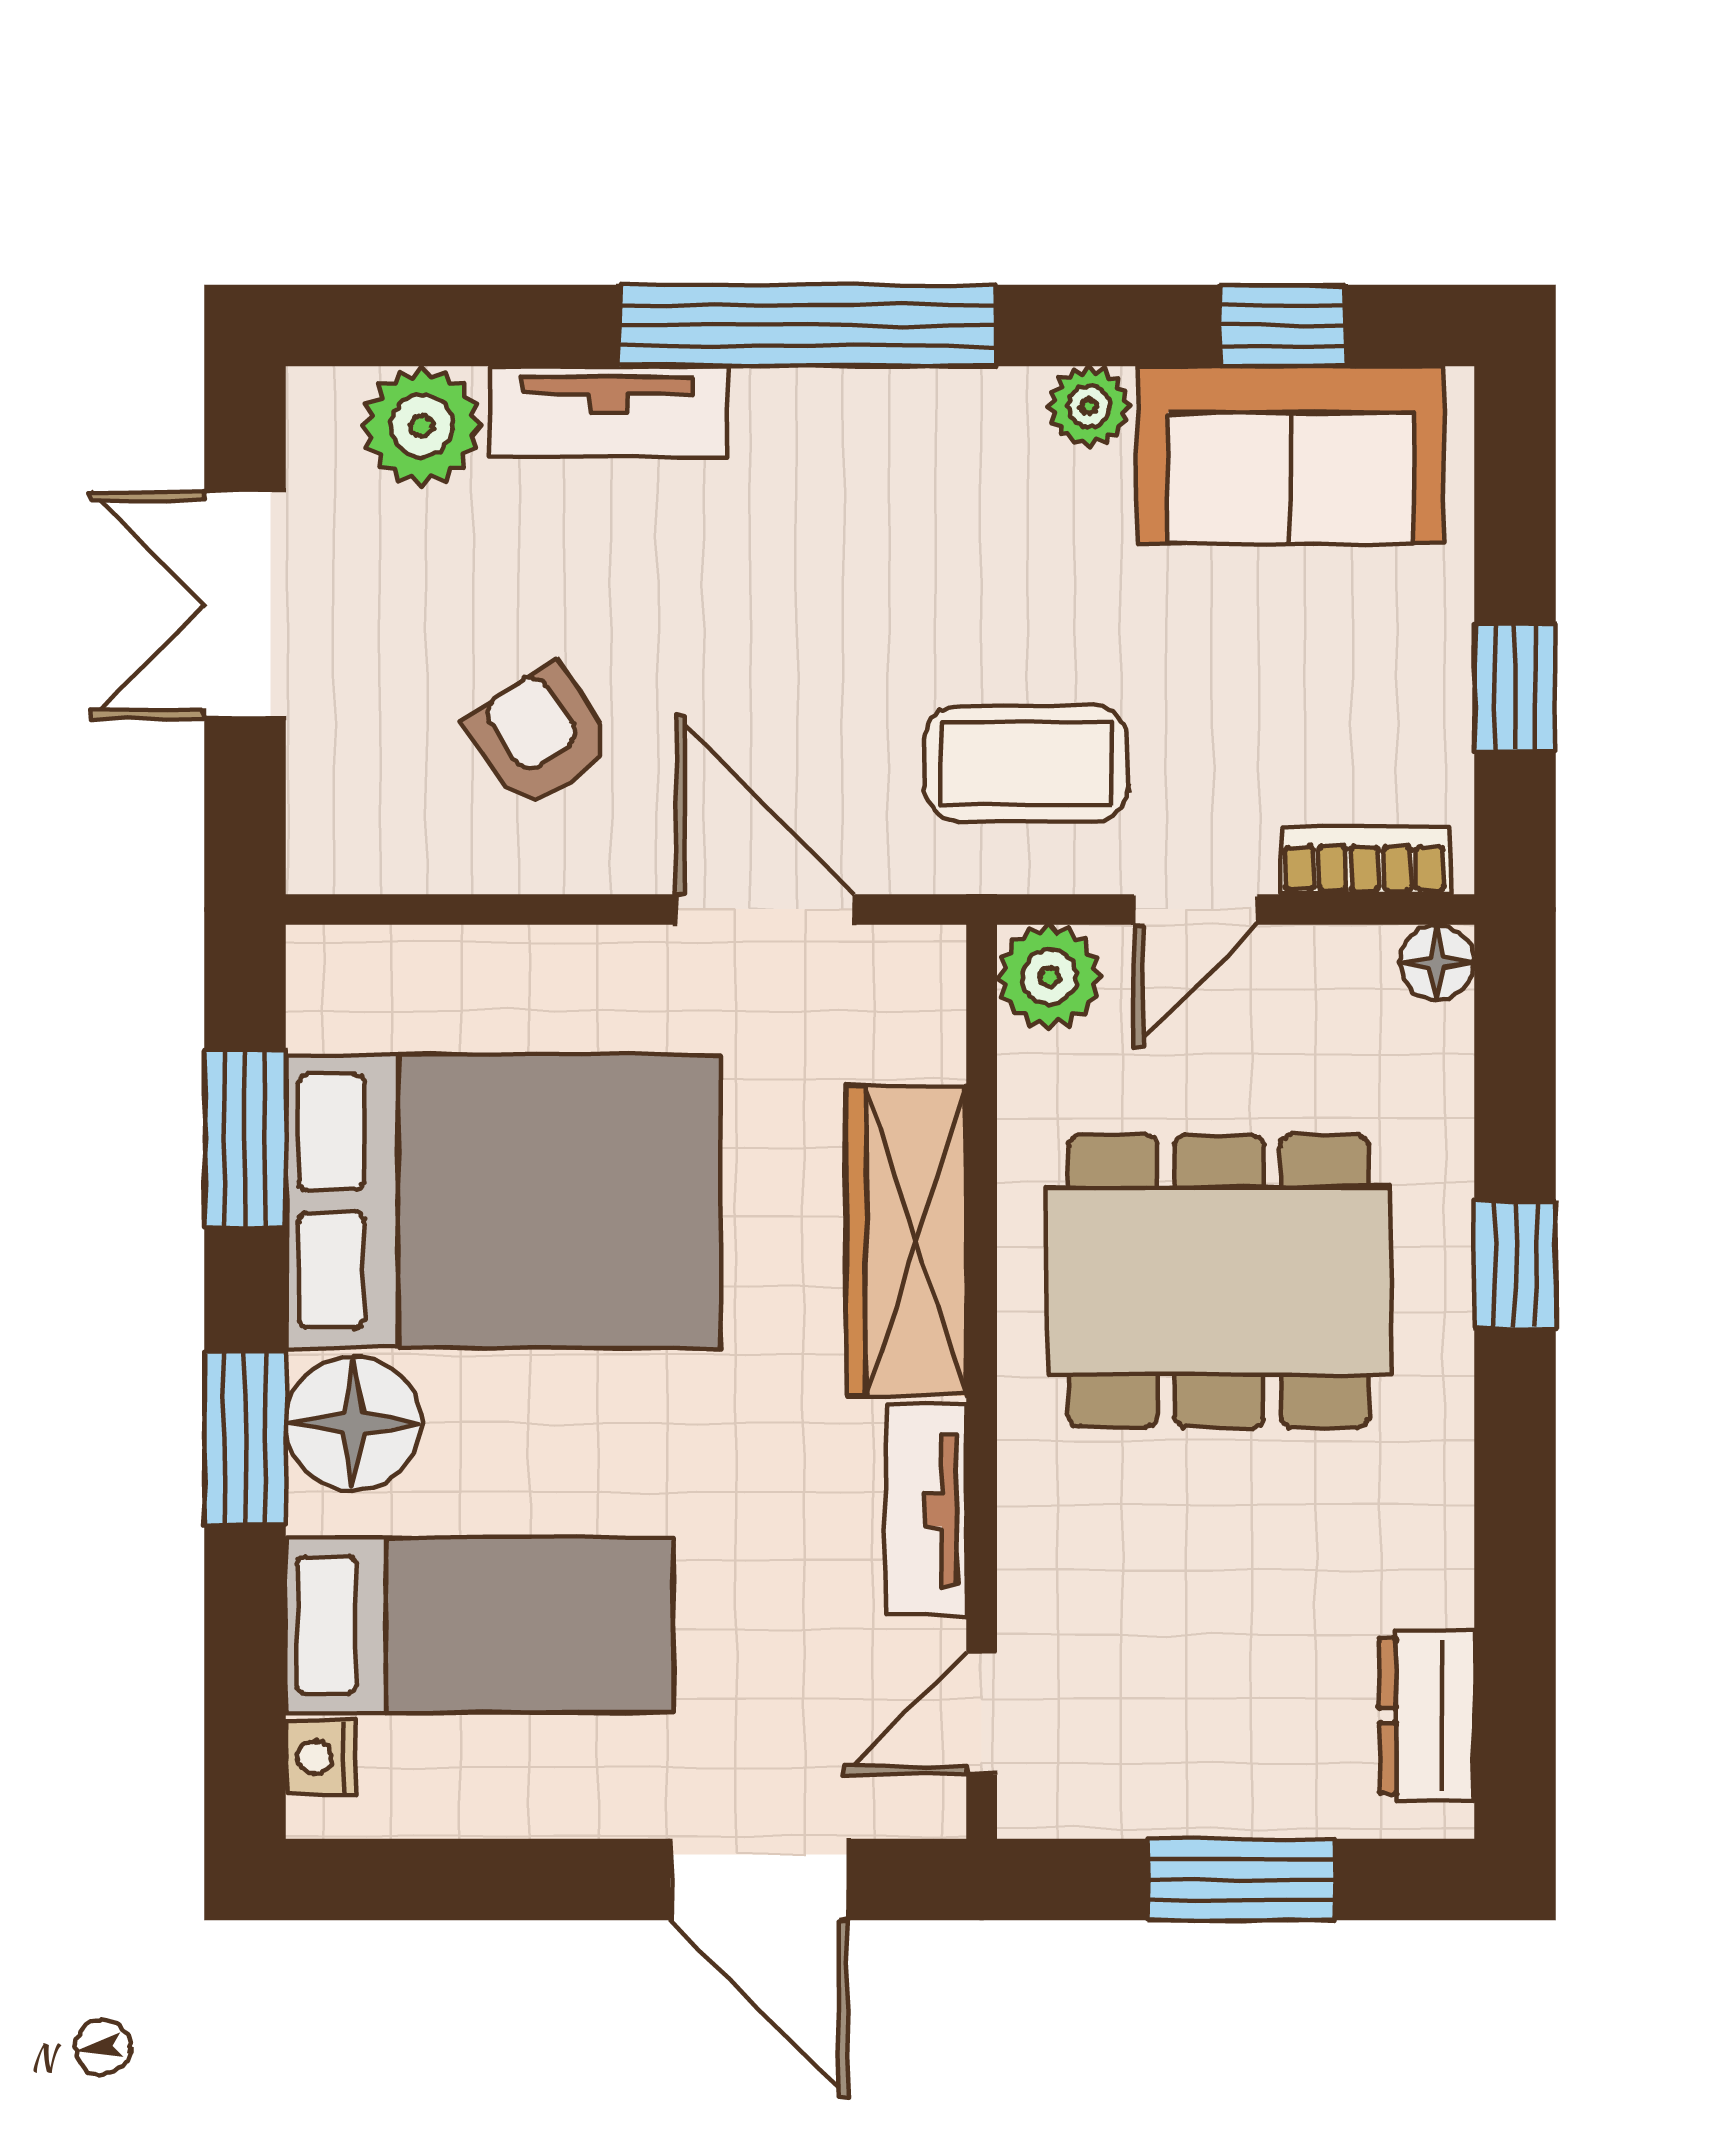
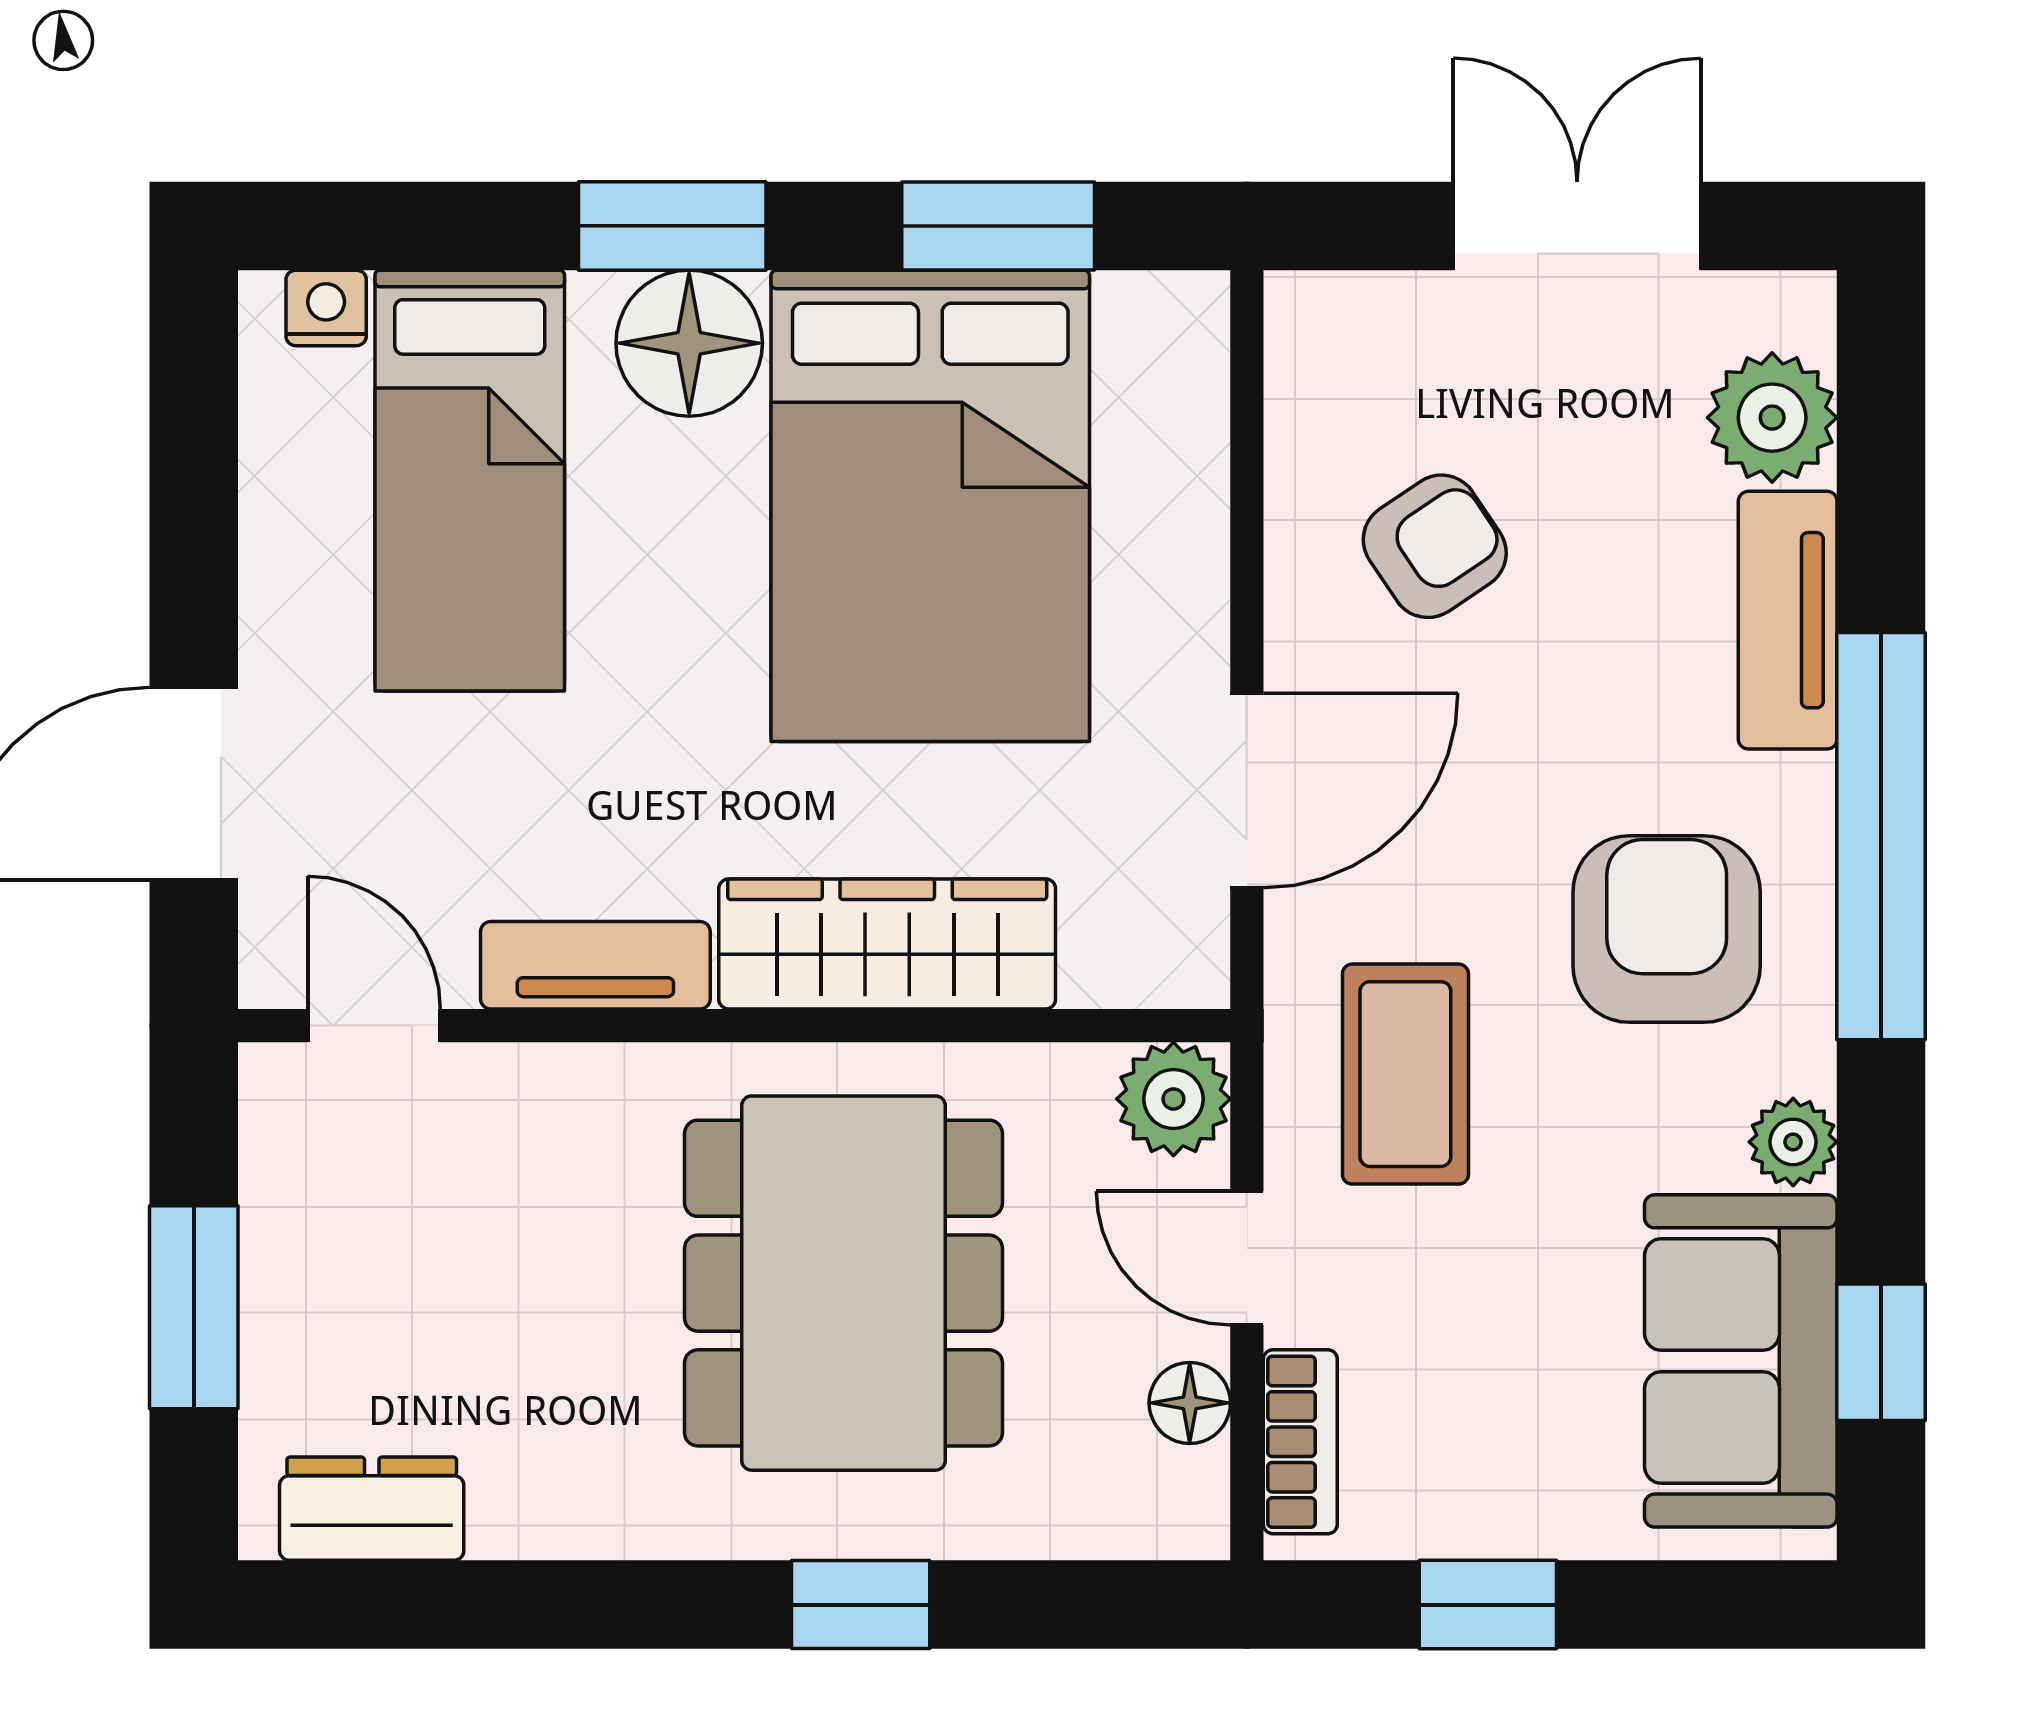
armchair: (893, 523) -> (1667, 929), added
floor lamp: (1437, 962) -> (1190, 1403), moved

